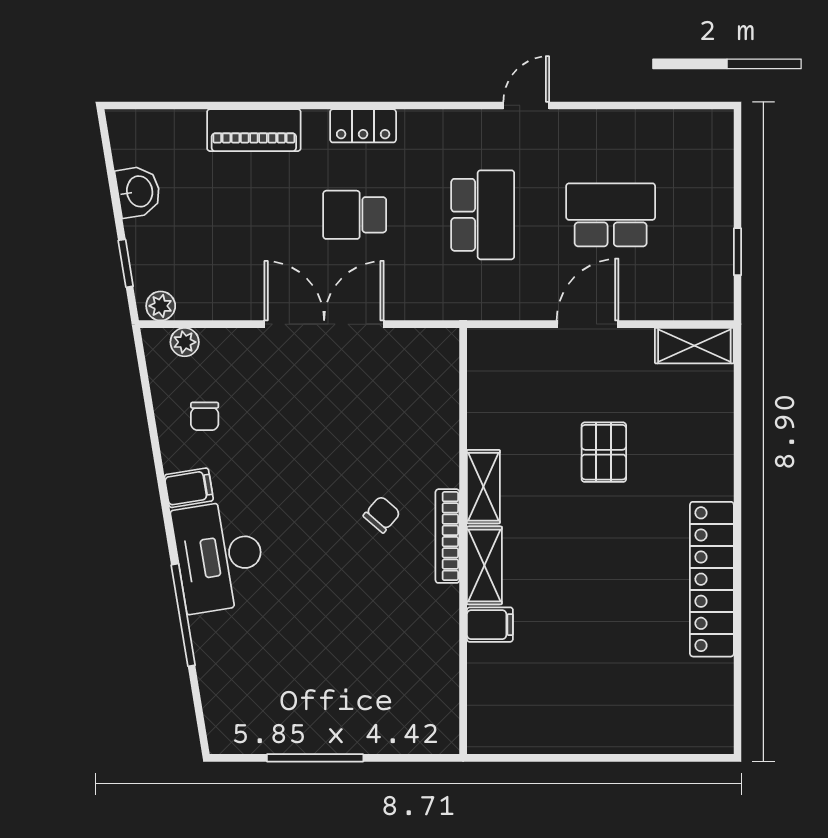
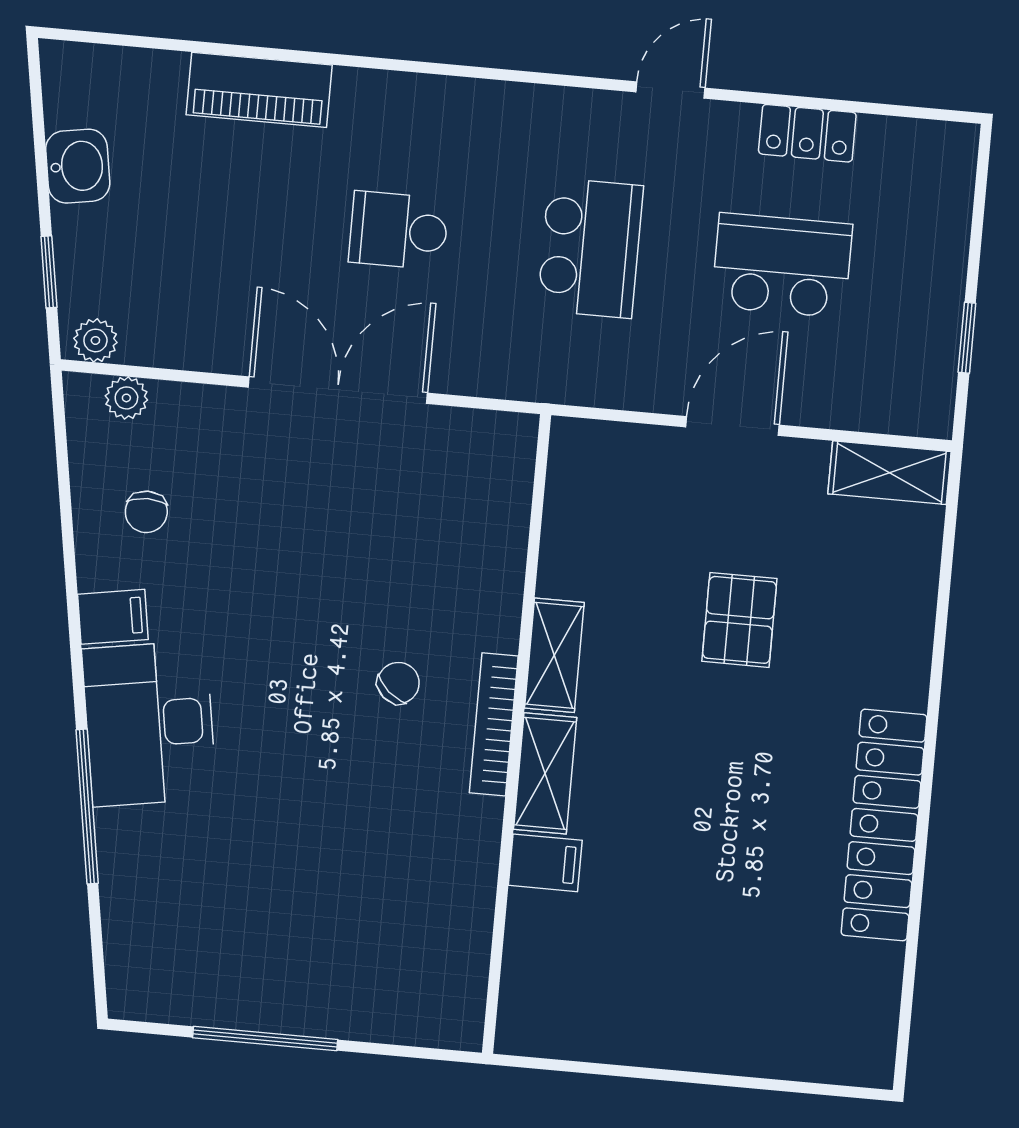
locker: (363, 126) -> (807, 133), moved

